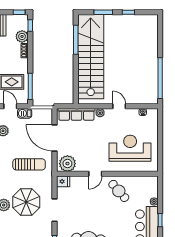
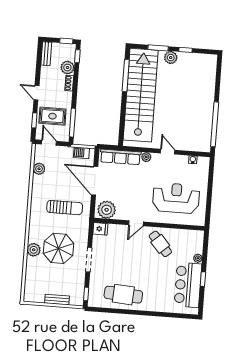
plant: (115, 20) -> (171, 58), added
barbecue: (25, 113) -> (81, 153), moved

